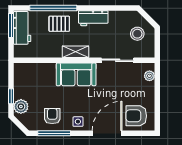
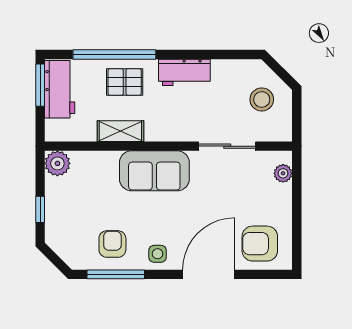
shelving: (75, 52) -> (120, 131), moved
plant: (21, 106) -> (57, 163), moved

